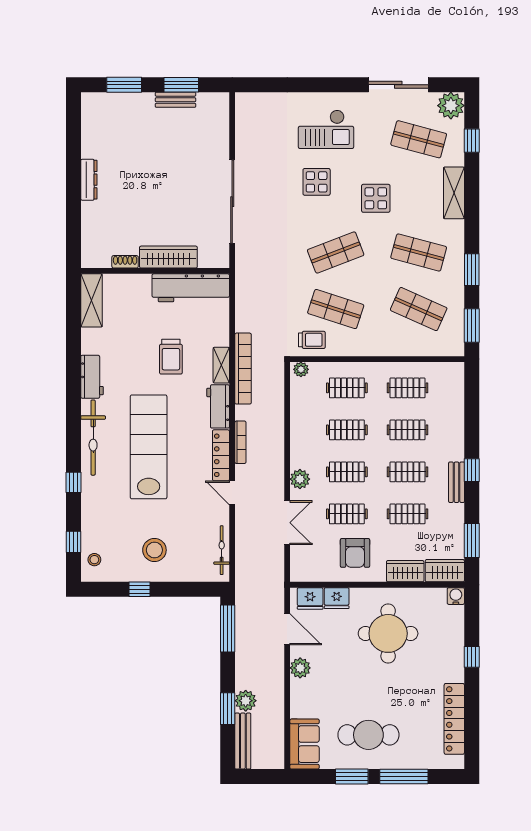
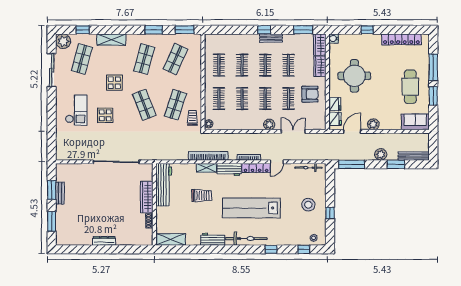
plant: (246, 701) -> (381, 154), moved

